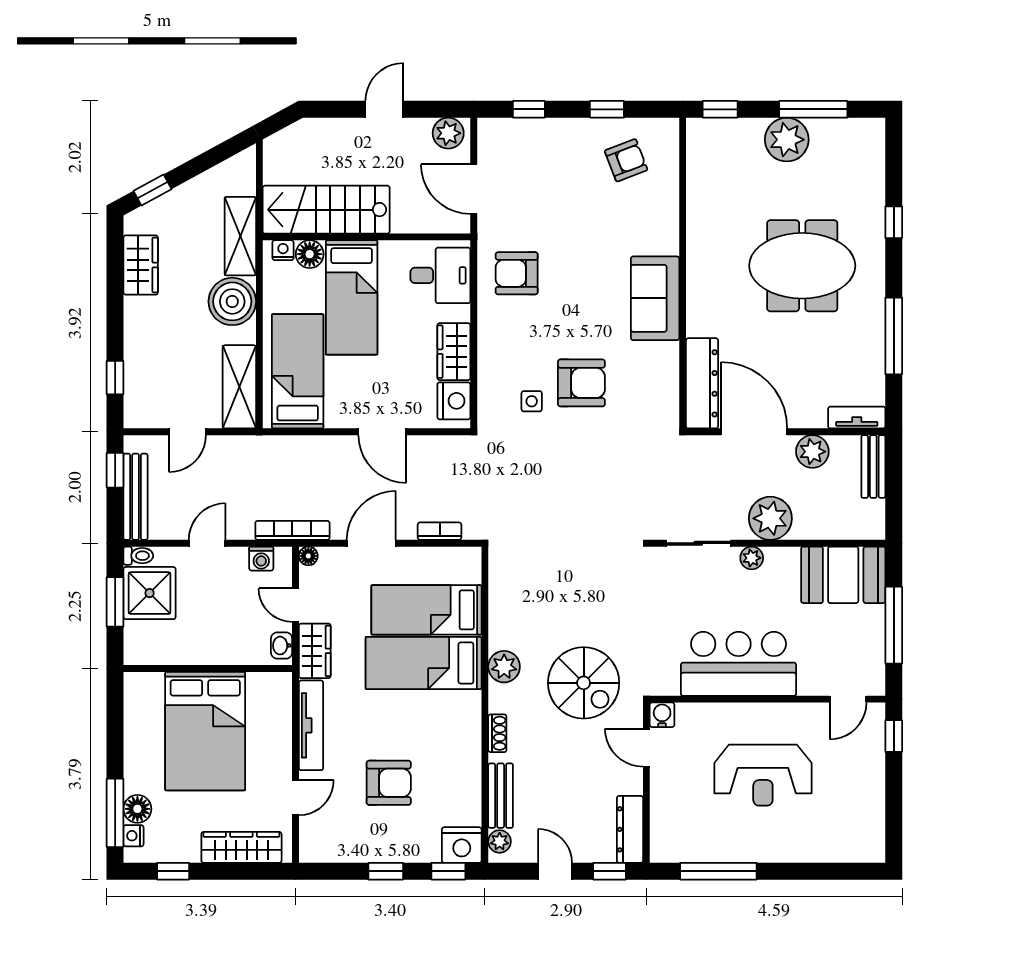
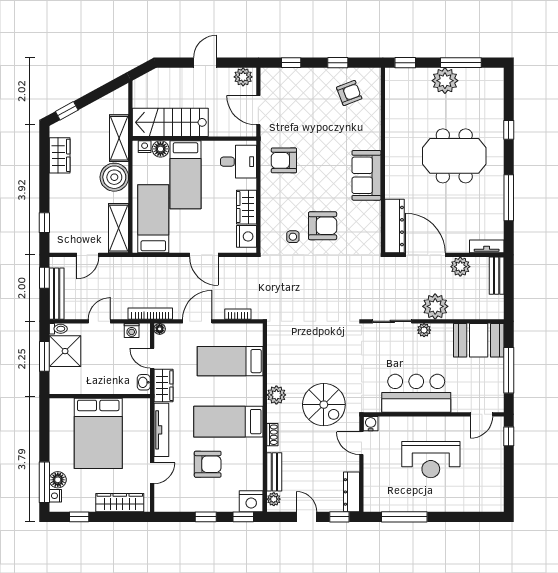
bed: (424, 663) -> (228, 422), moved

